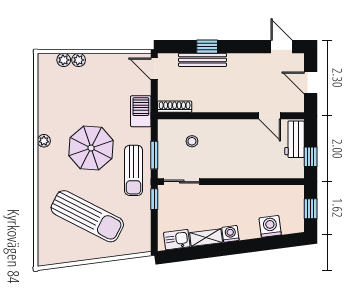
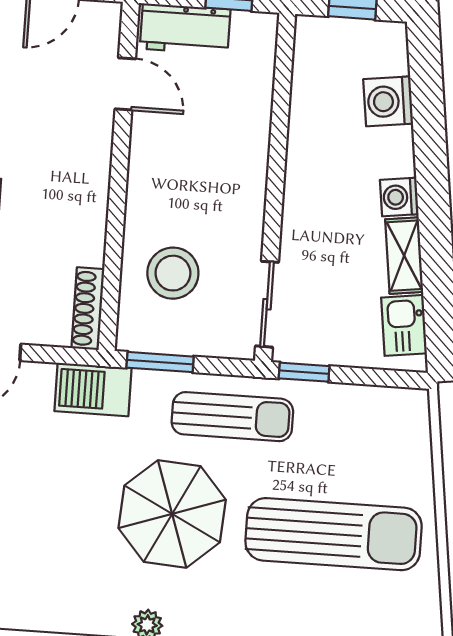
door: (270, 116) -> (125, 84), hinge flipped
stool: (192, 141) -> (173, 273), width x1.89, depth x1.89
window: (154, 155) -> (160, 362), moved
sun lounger: (87, 216) -> (334, 534), turned 63

